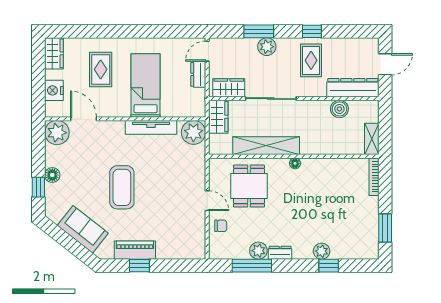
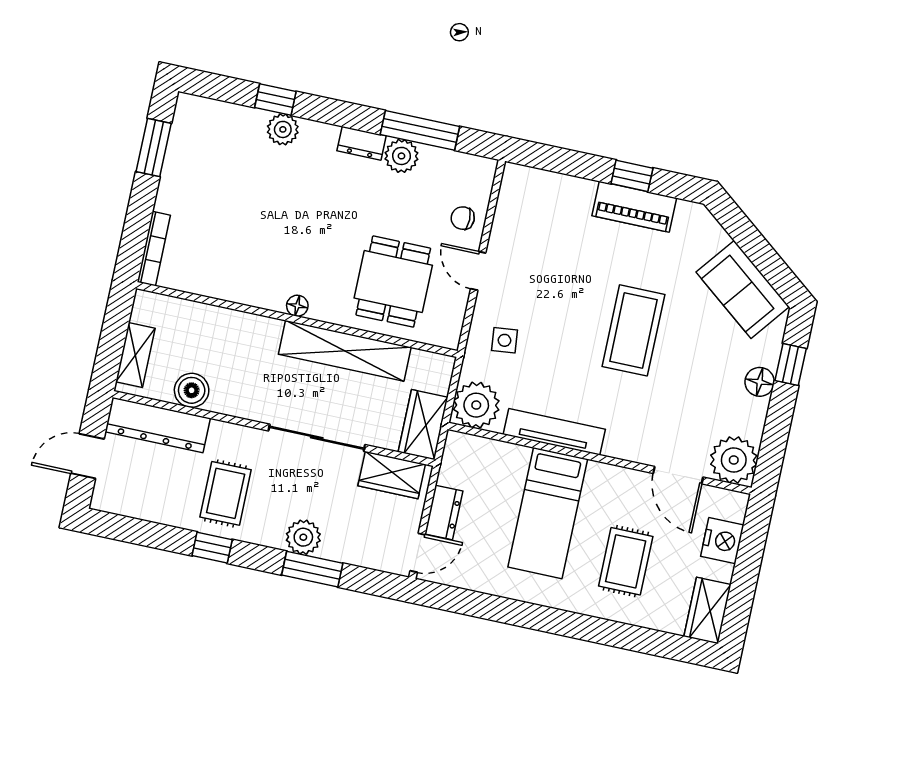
shelving: (372, 139) -> (135, 355), moved
side table: (186, 168) -> (504, 340), added
sofa: (83, 229) -> (743, 289), moved

